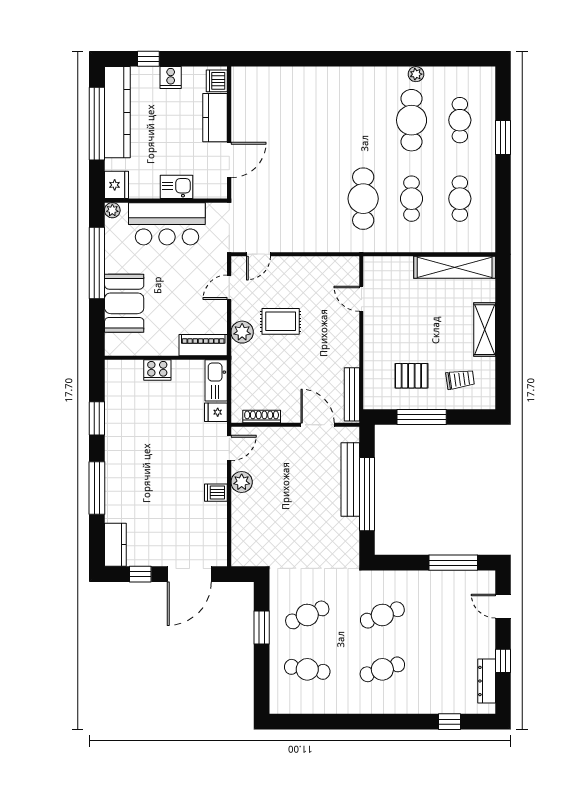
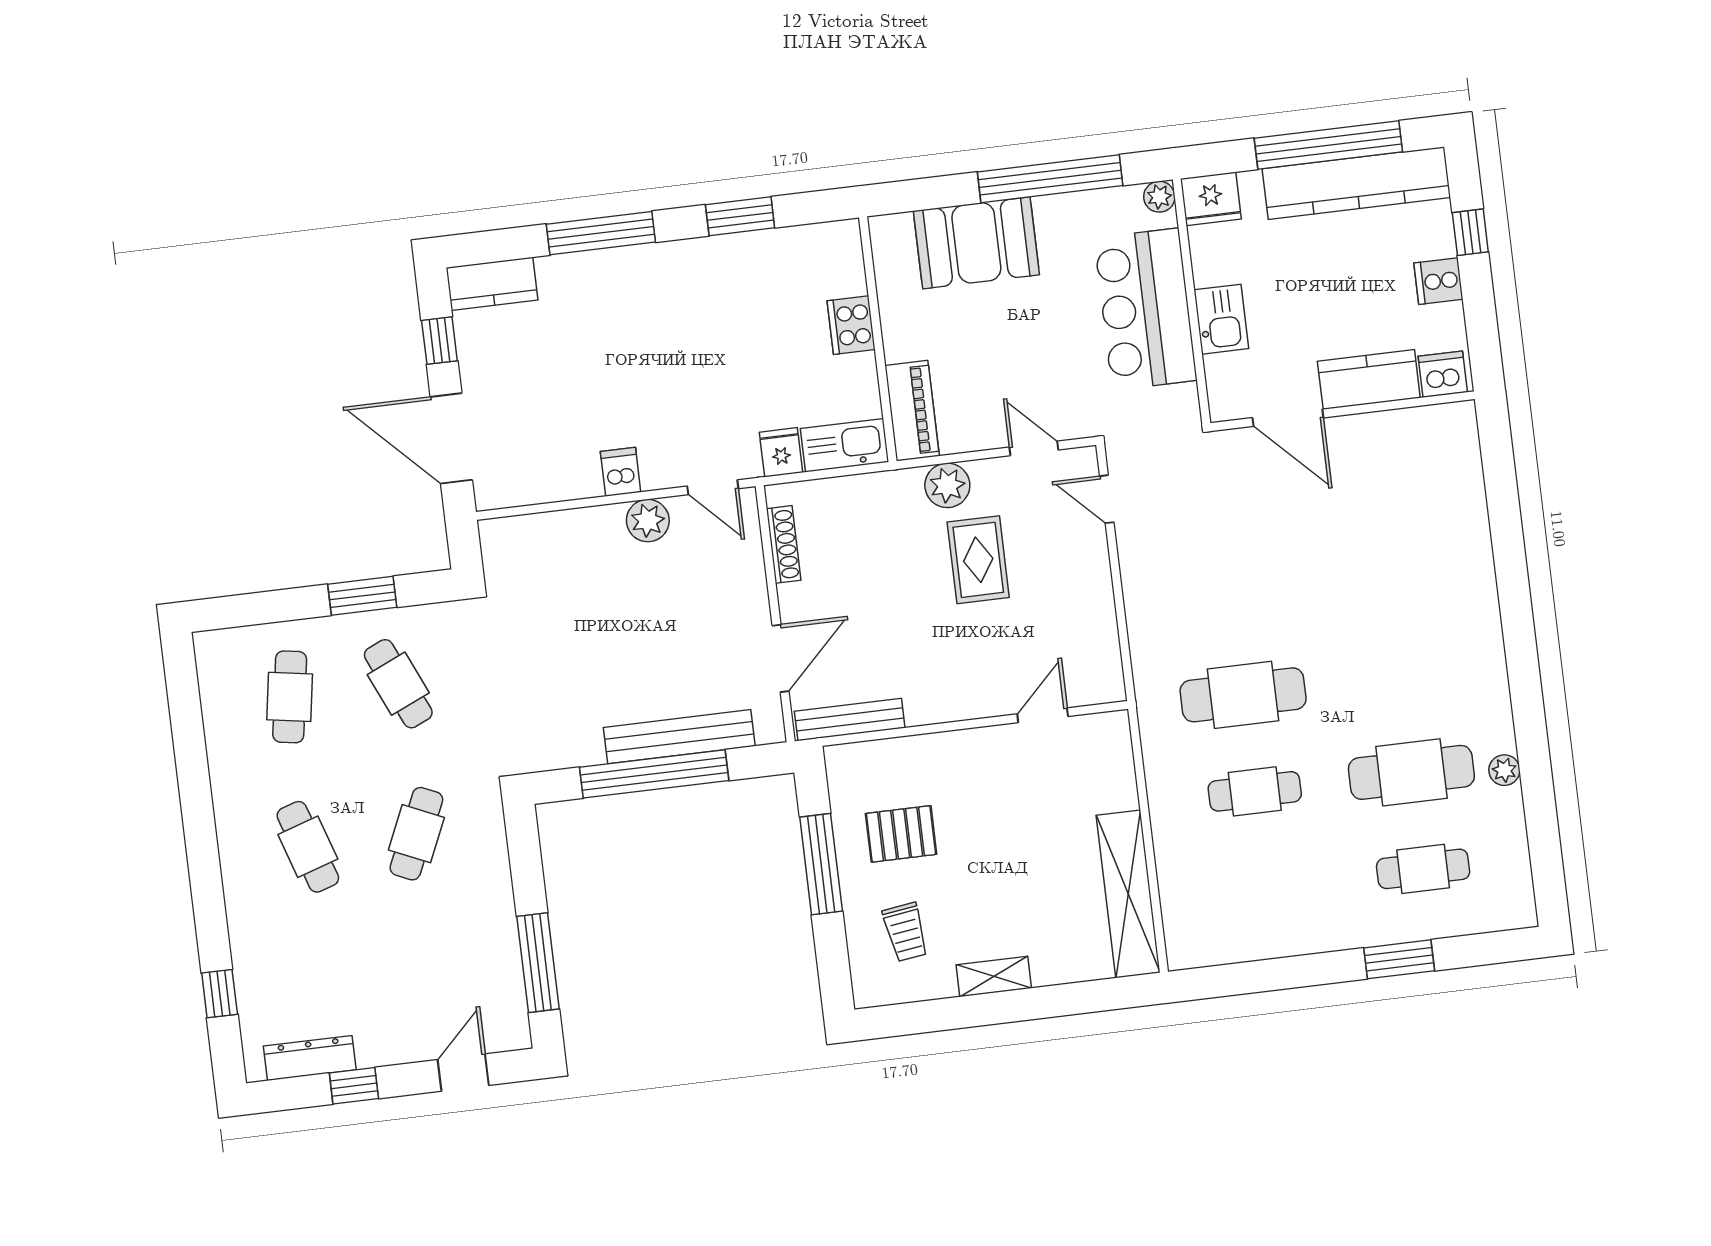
cafe table: (460, 199) -> (1266, 888), removed
shelving: (485, 330) -> (994, 976), width x0.67, depth x0.75
pallet: (411, 376) -> (901, 834), turned 90
cafe table: (382, 615) -> (416, 834), turned 45

